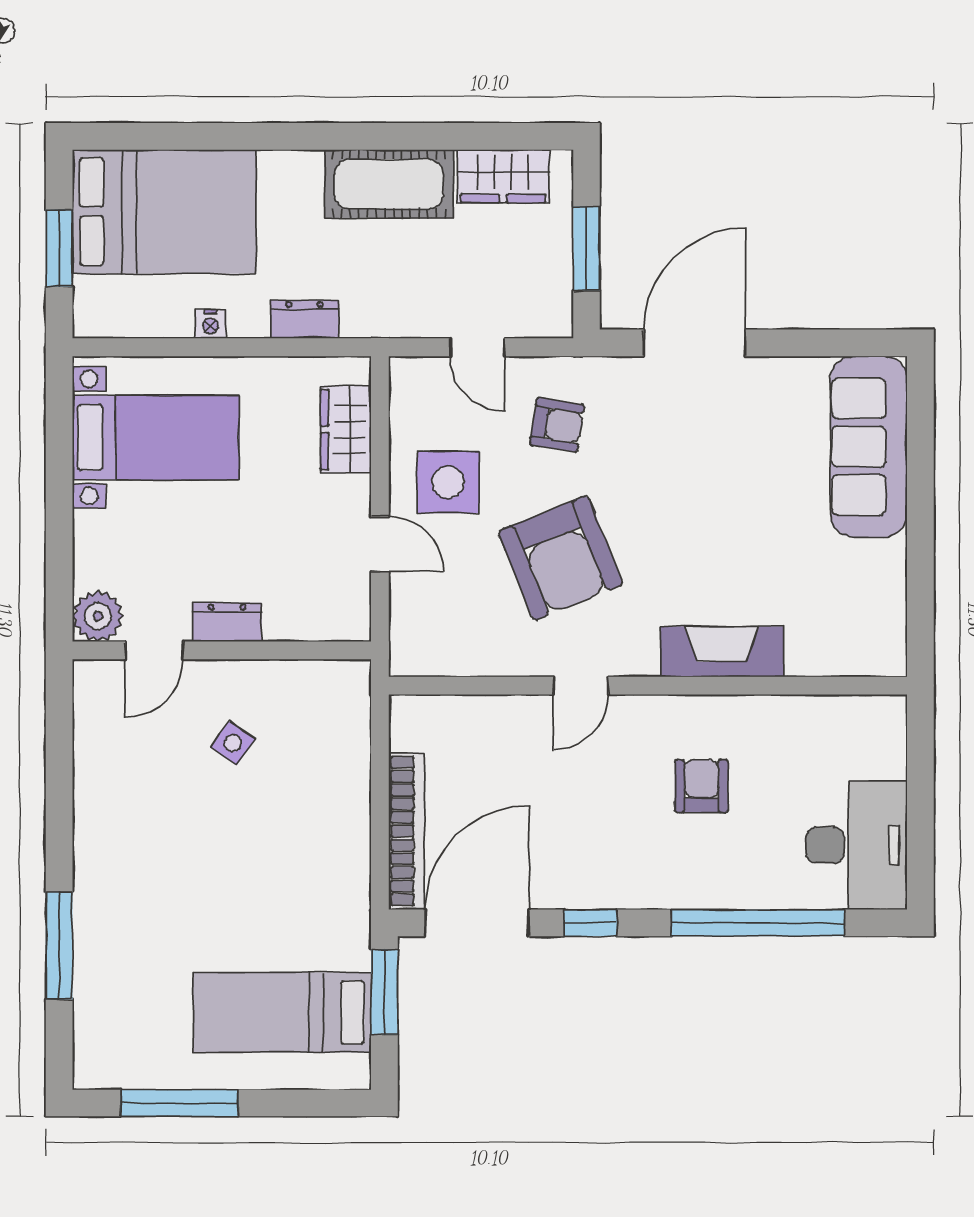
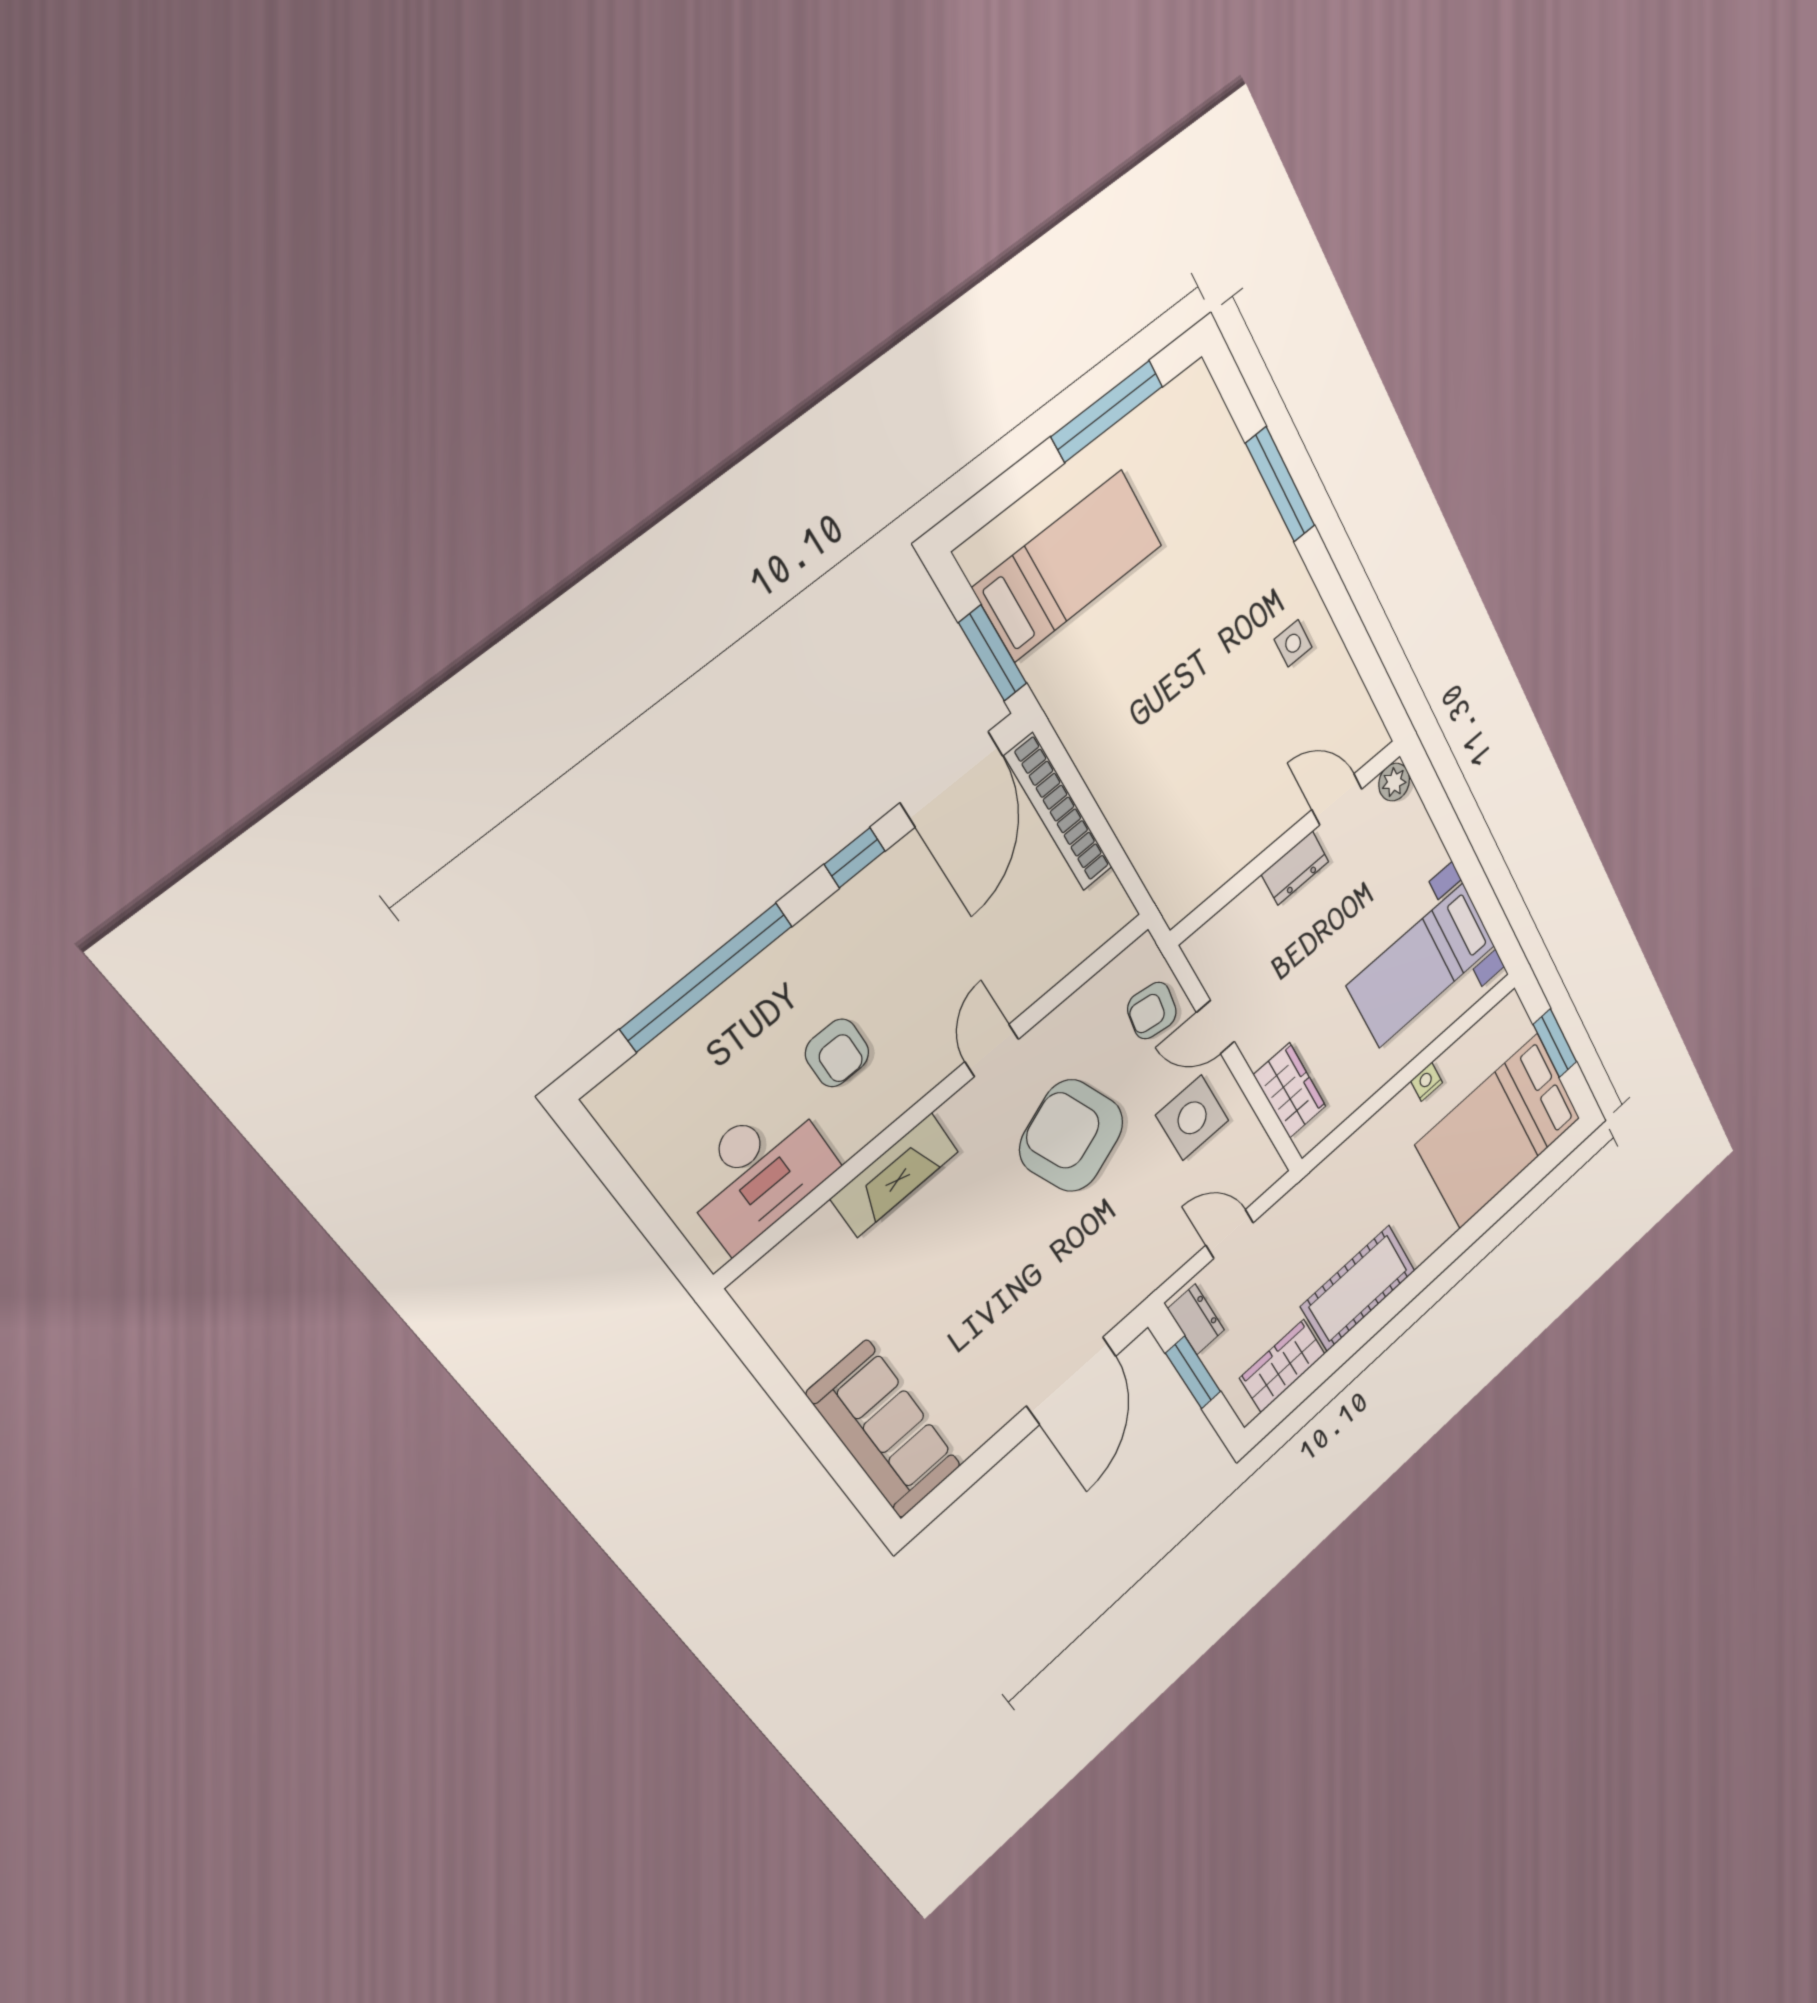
dresser: (305, 319) -> (1196, 1319), moved, turned -90
armchair: (557, 425) -> (1152, 1011), moved
plant: (98, 616) -> (1394, 782), width x0.73, depth x0.73
door: (154, 650) -> (1337, 799), hinge flipped
side table: (233, 743) -> (1293, 643), moved, turned -35
desk: (857, 845) -> (758, 1172), moved, turned -90

